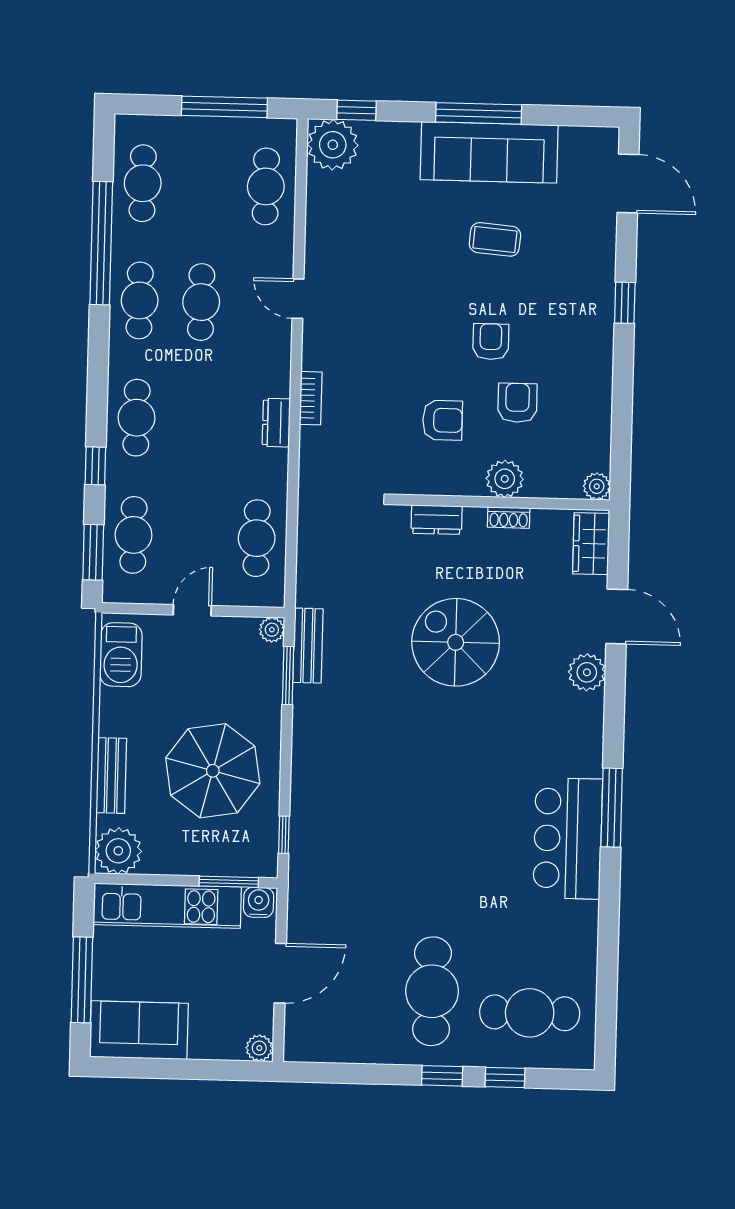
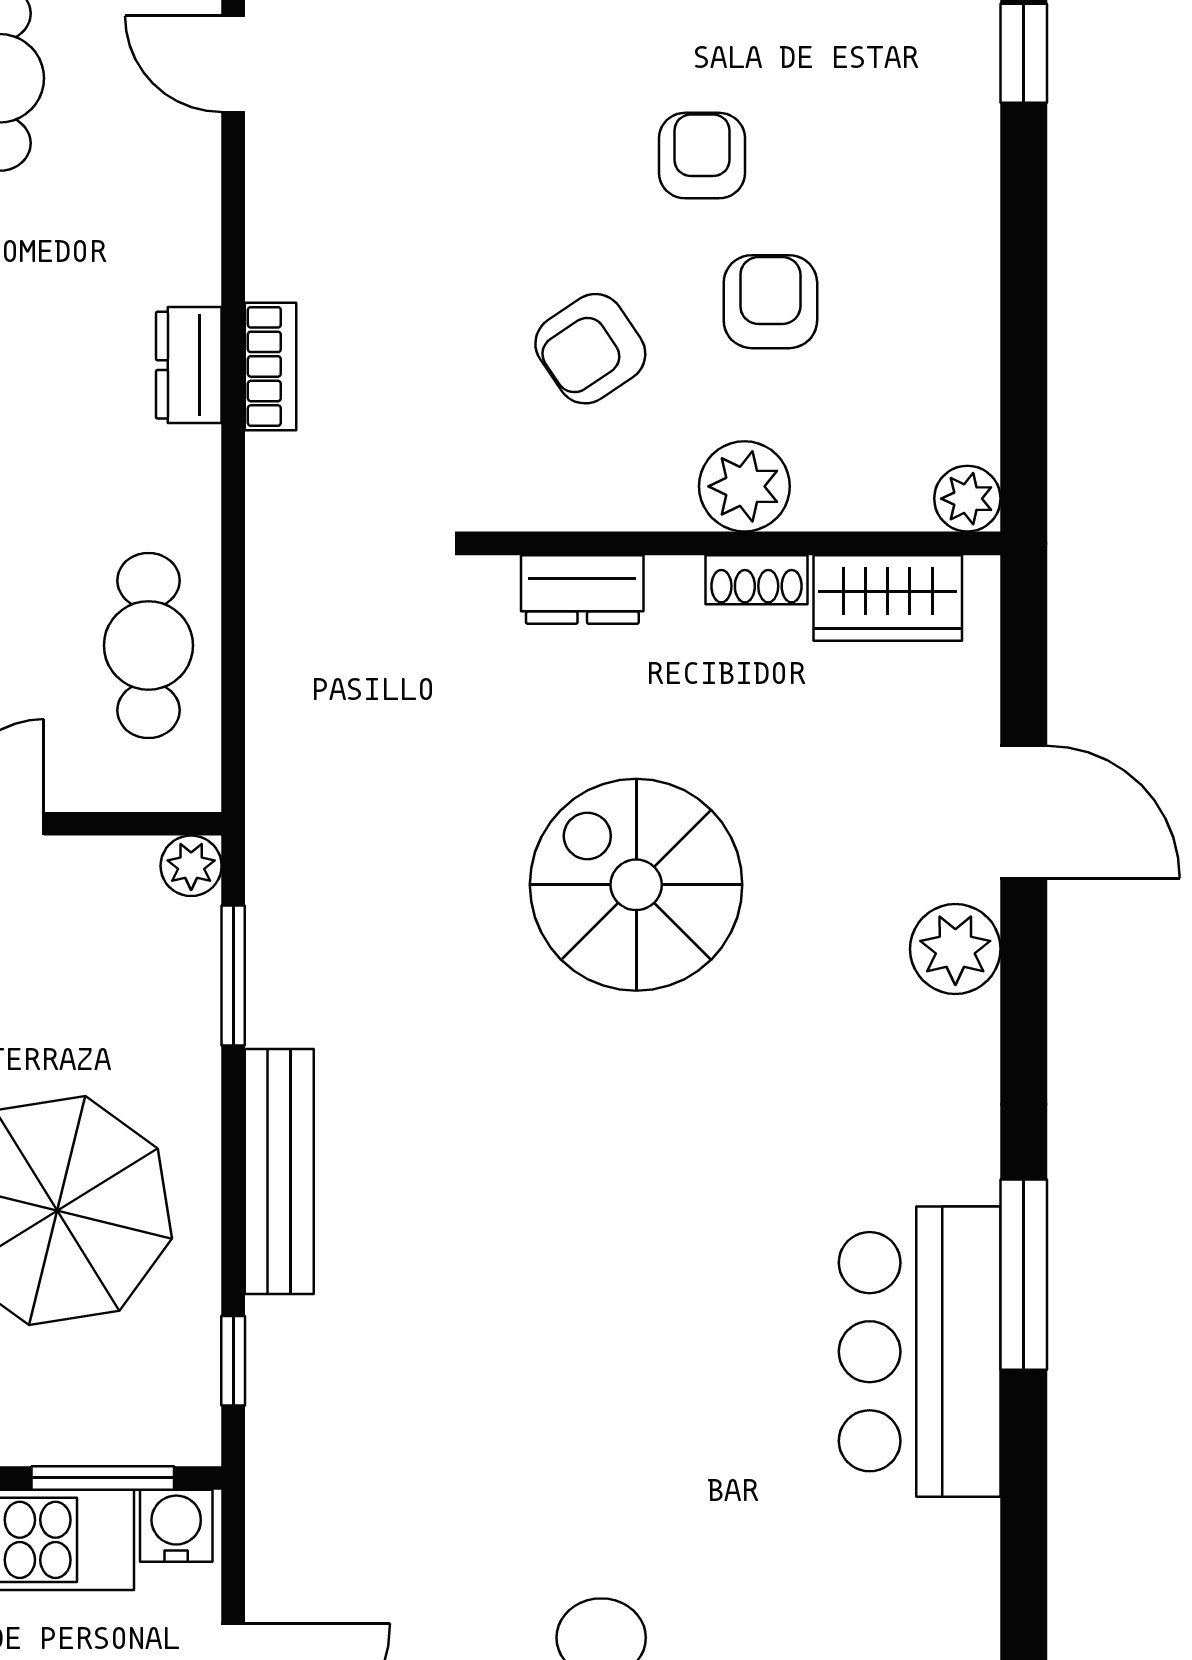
bookcase: (311, 398) -> (270, 366), moved
armchair: (442, 420) -> (590, 349), turned 146
wardrobe: (591, 544) -> (888, 598), moved, turned -90
bench: (308, 646) -> (279, 1172), moved, width x1.36

